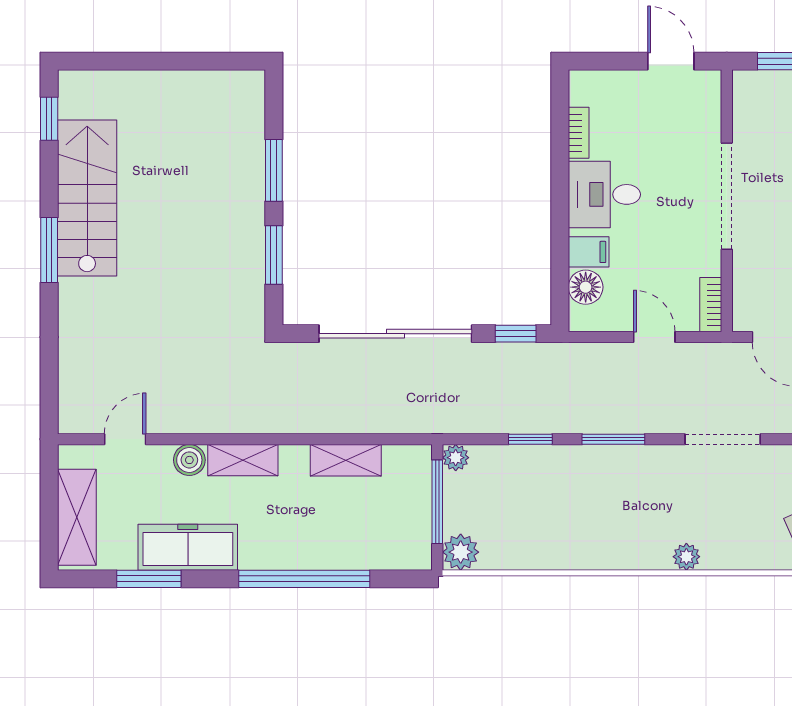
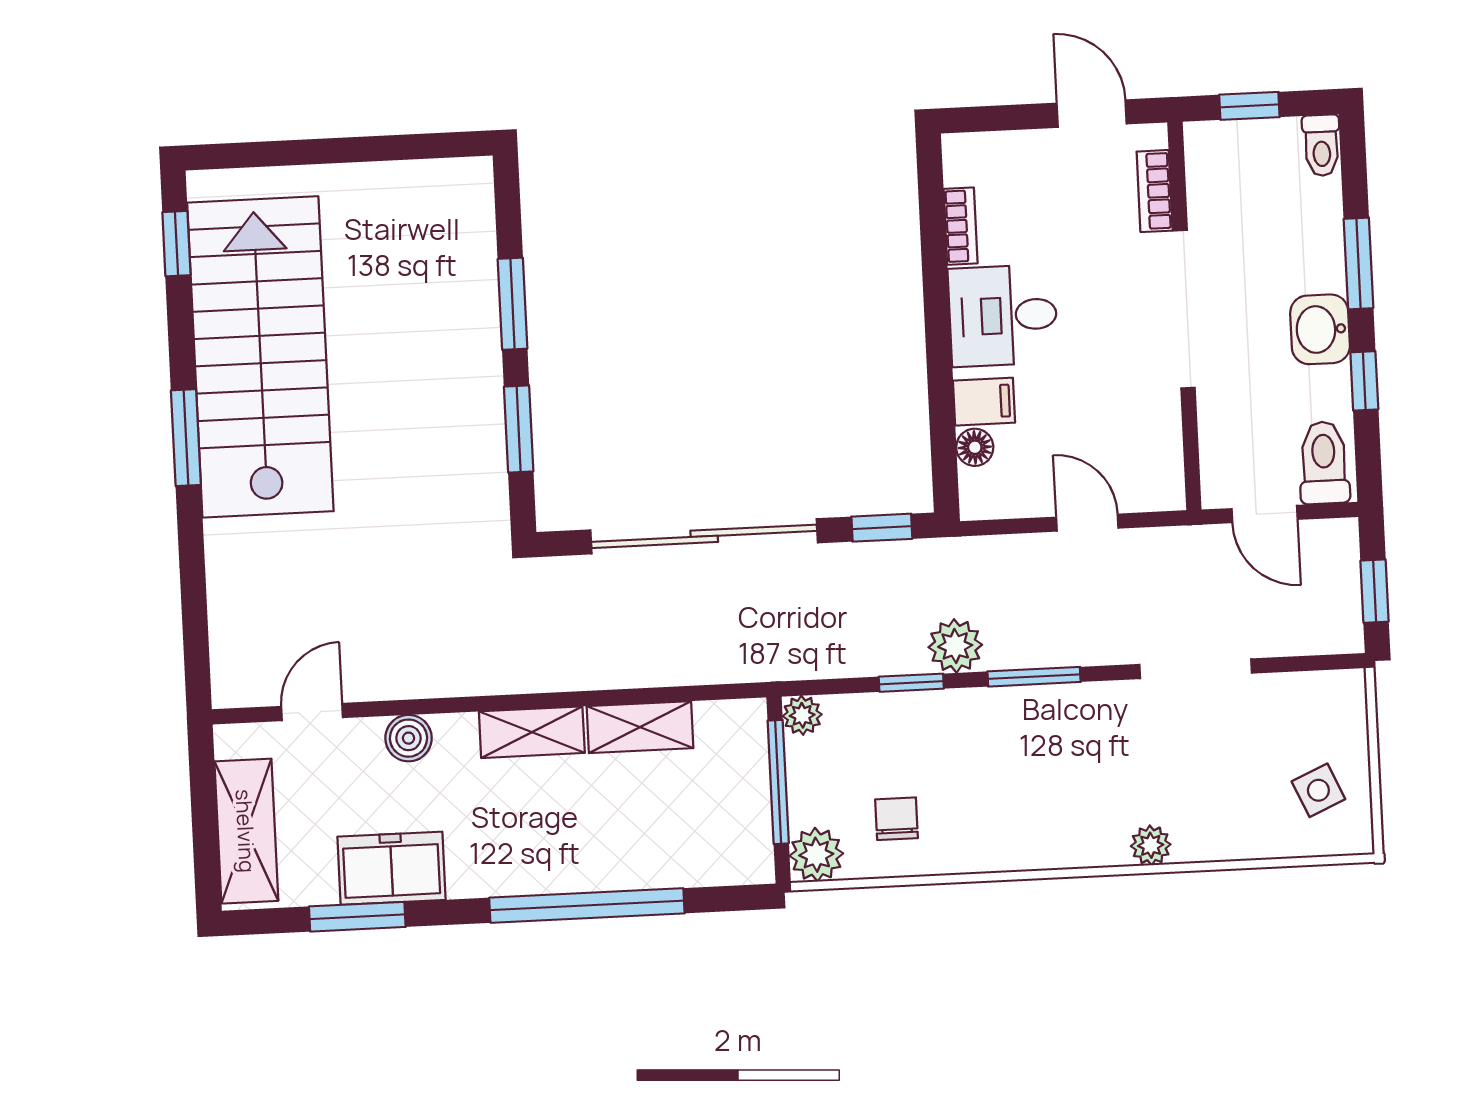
stairs: (87, 198) -> (260, 357), width x1.36, depth x1.51
floor lamp: (586, 287) -> (975, 447), width x0.73, depth x0.73
bookcase: (711, 305) -> (1155, 191), moved
plant: (561, 416) -> (955, 646), added
shelving: (243, 460) -> (532, 732), moved
chair: (516, 530) -> (897, 819), added
freezer: (188, 547) -> (392, 868), width x0.71

